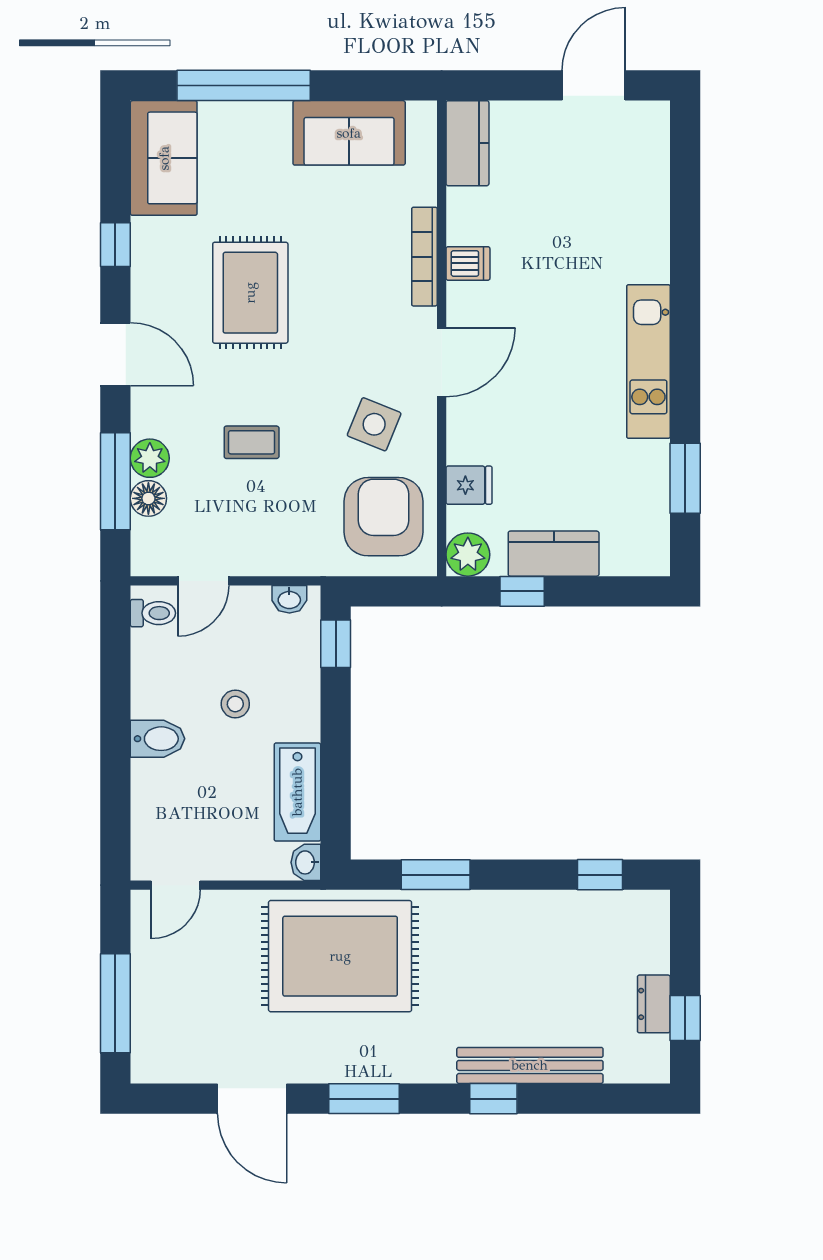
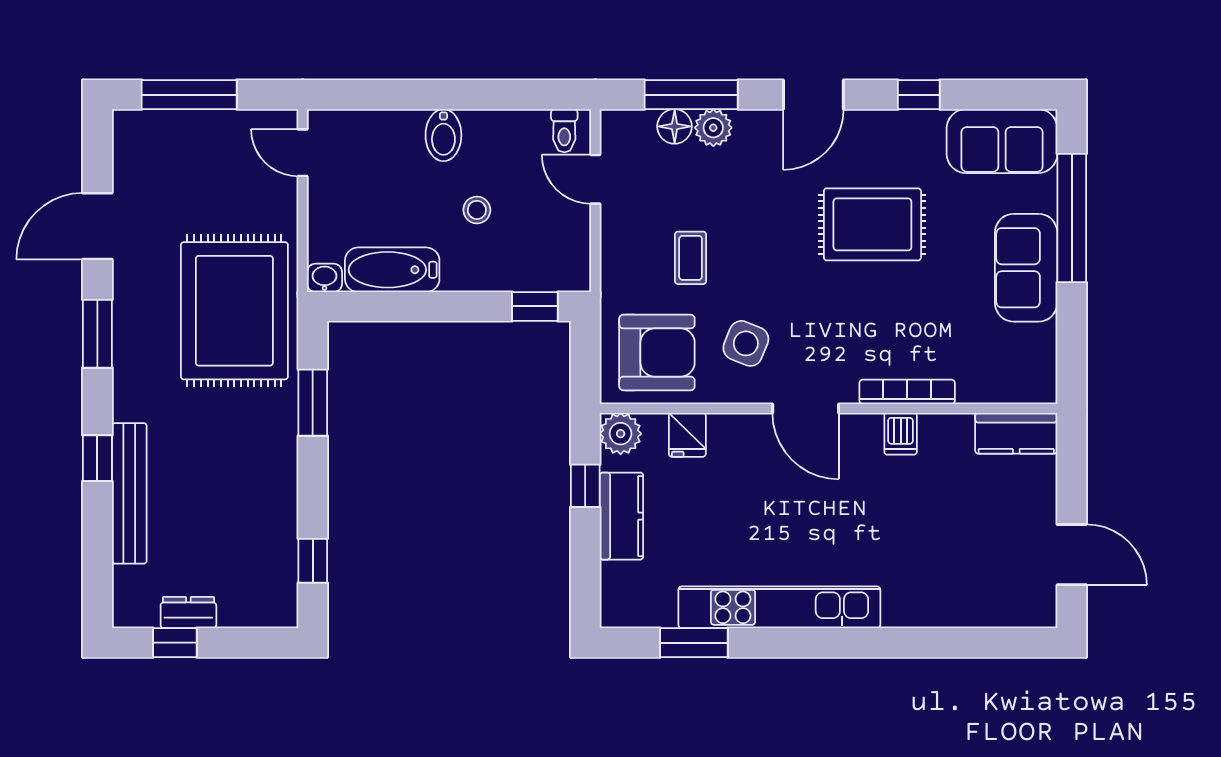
sofa: (349, 133) -> (1026, 268), moved
kitchen unit: (648, 361) -> (779, 607), width x1.36
coffee table: (252, 442) -> (691, 258), moved
washbasin: (289, 599) -> (578, 262), removed

